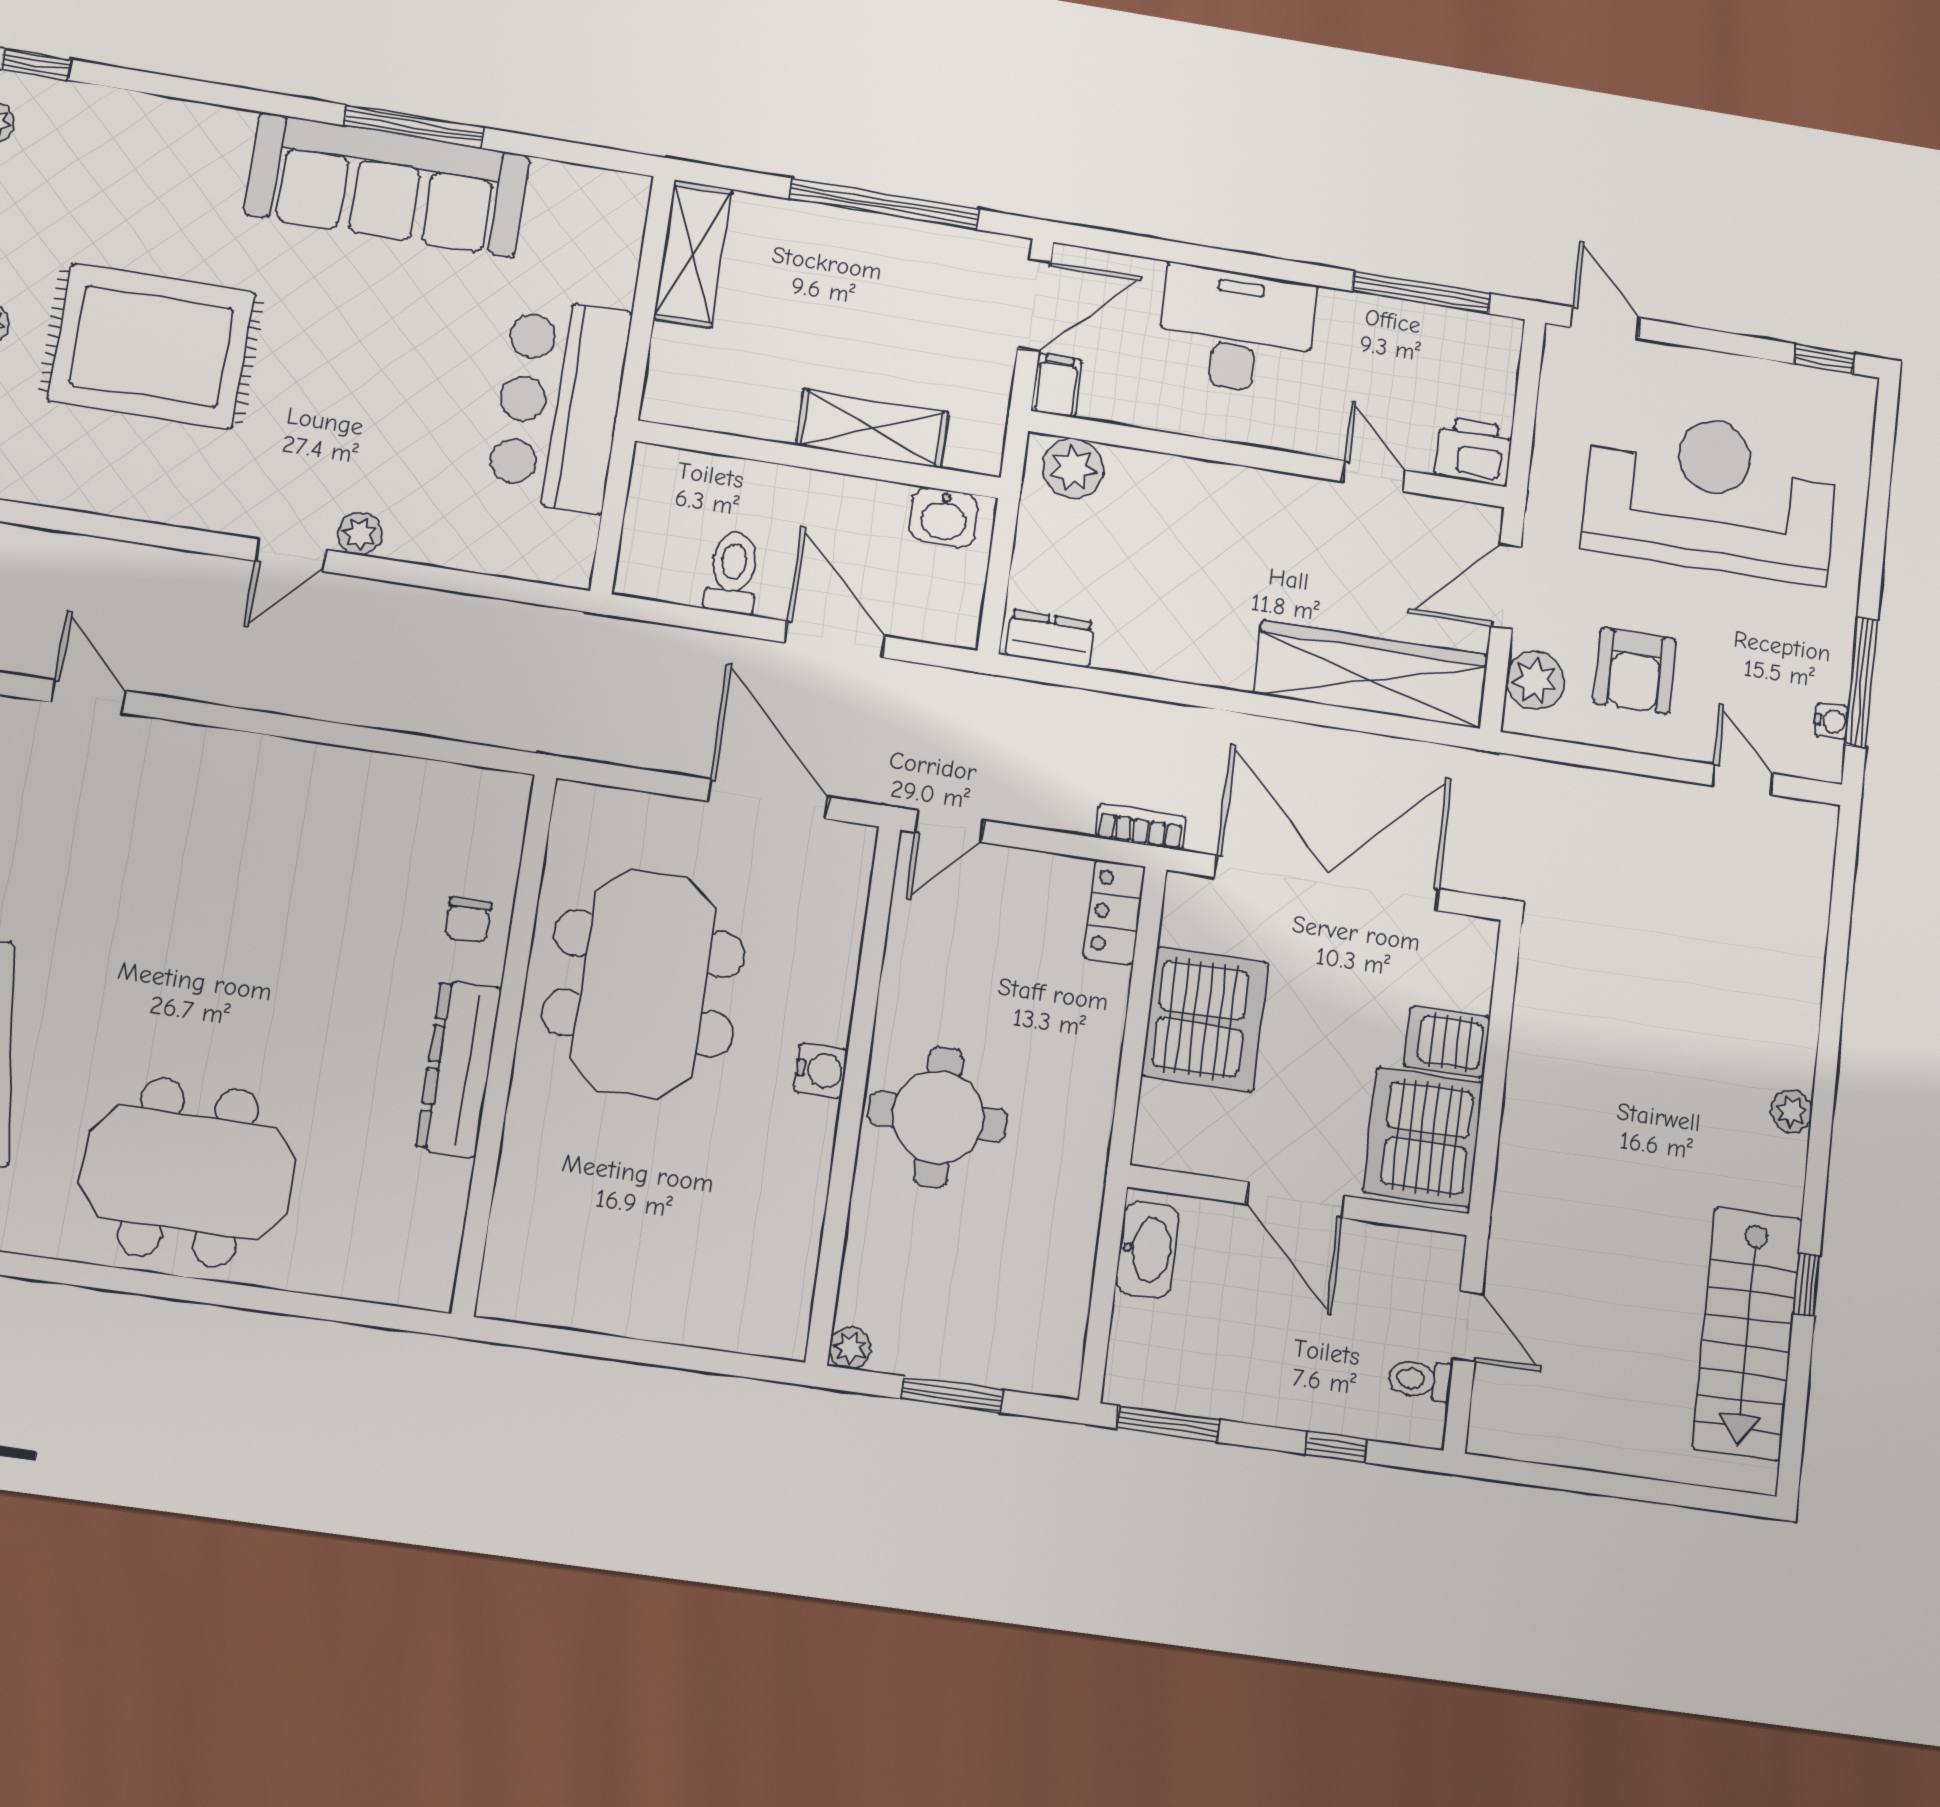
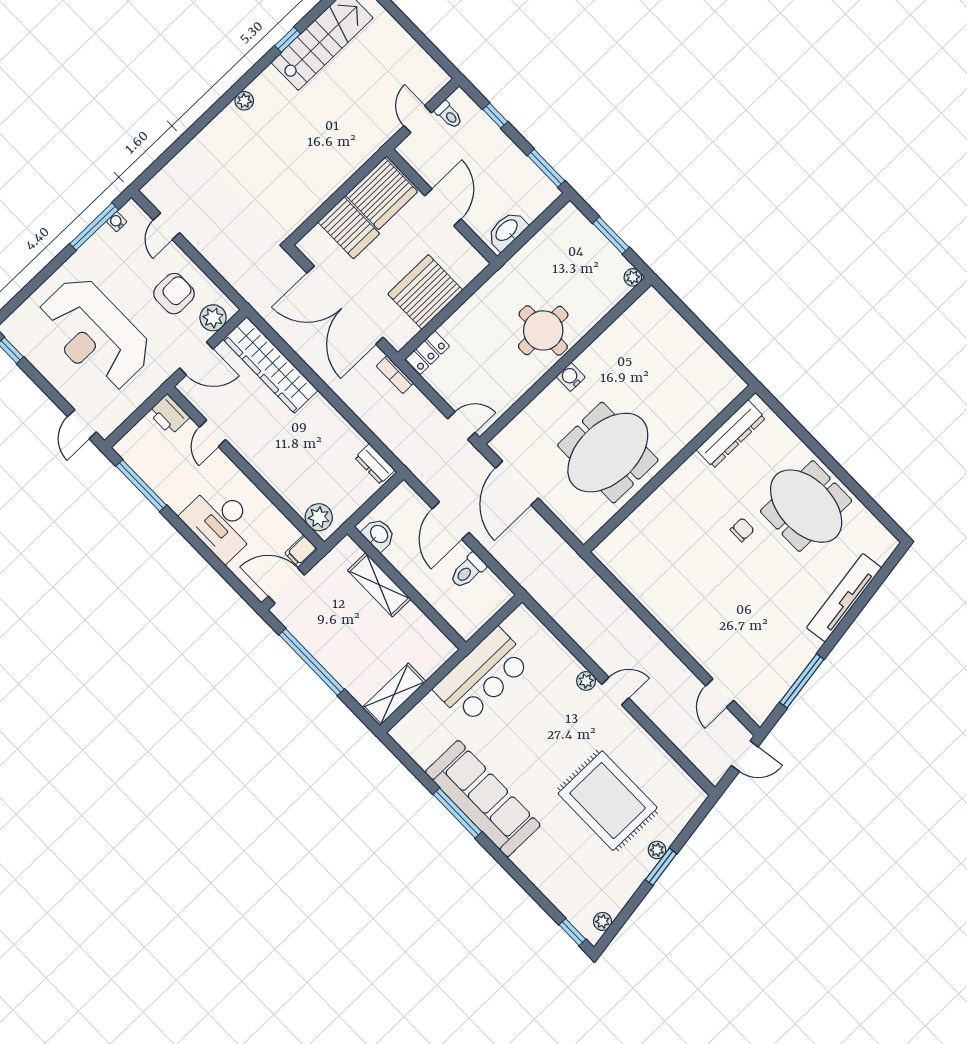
chair: (468, 920) -> (742, 530), moved
server rack: (1447, 1042) -> (349, 228), width x1.36, depth x1.44
dresser: (458, 1068) -> (731, 434), moved

